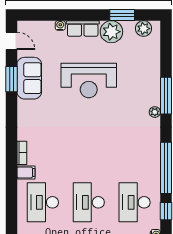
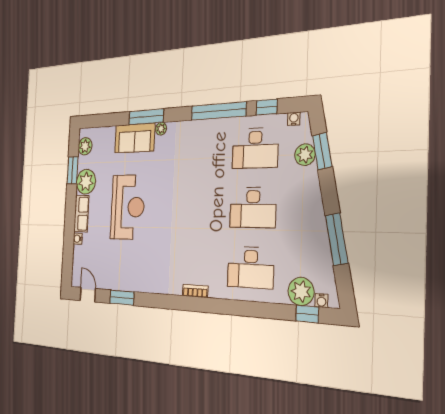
door: (12, 41) -> (88, 295), hinge flipped
sofa: (29, 78) -> (135, 138), moved, turned 180
filing cabinet: (26, 172) -> (216, 287), removed

